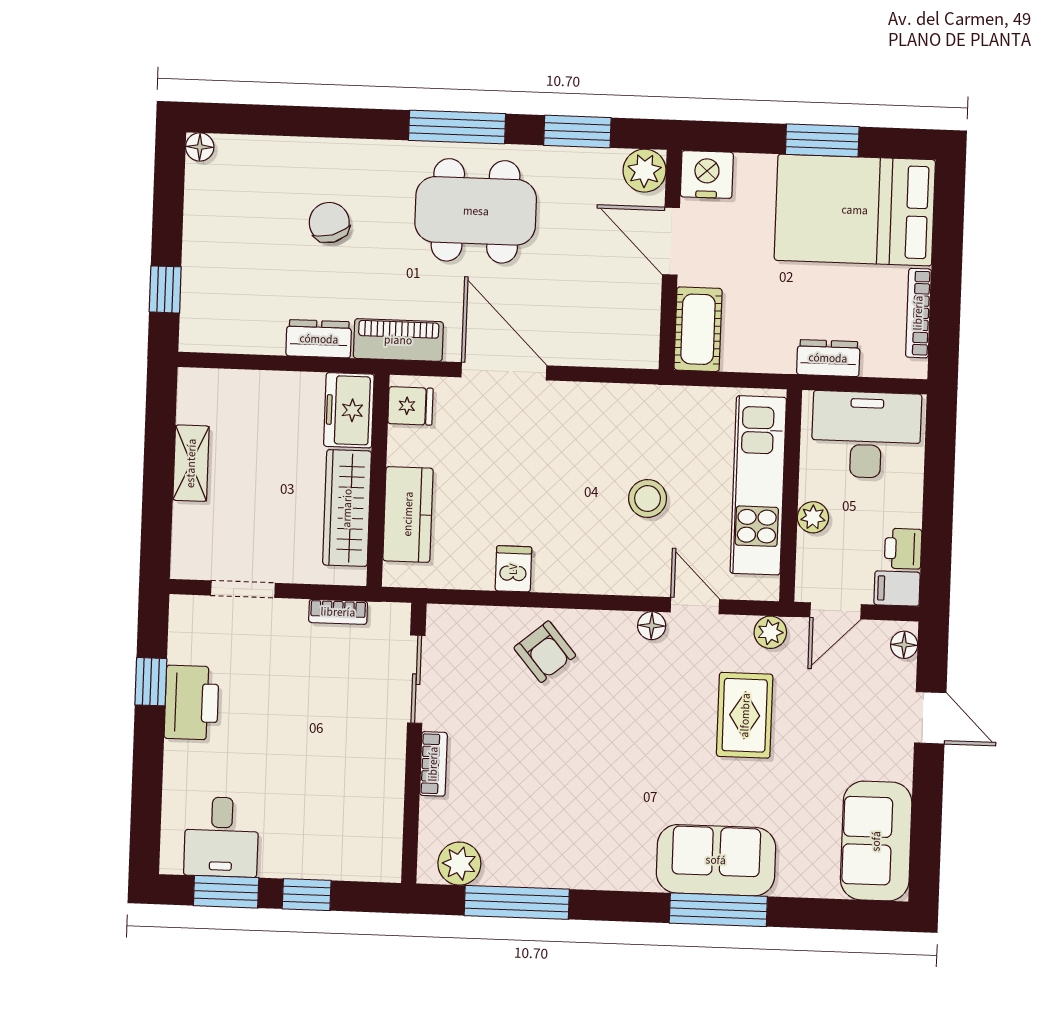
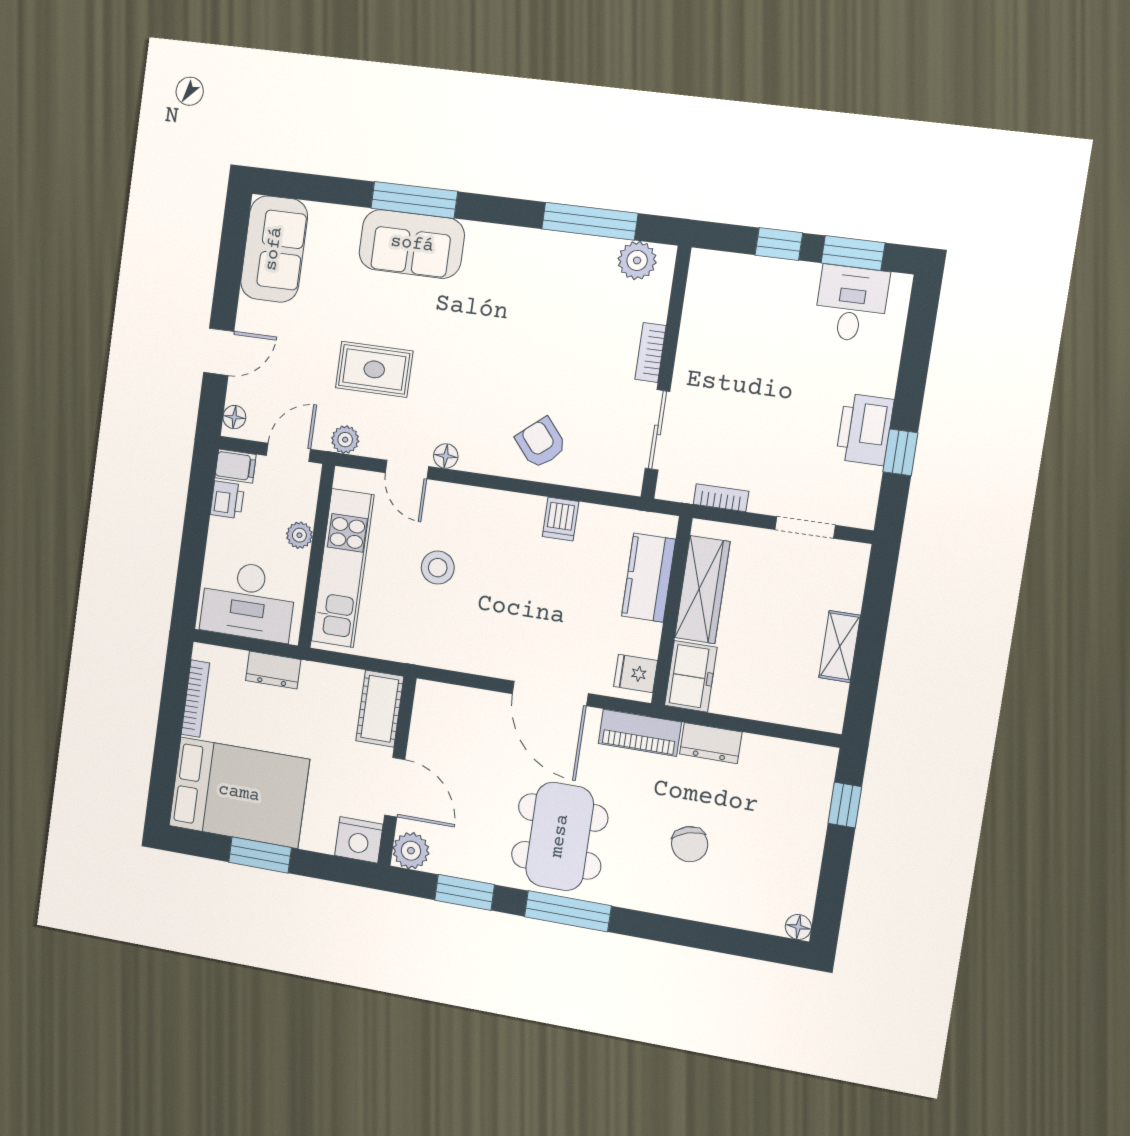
dining table: (476, 211) -> (560, 836), turned 90
rug: (745, 715) -> (374, 369), turned 90
door: (930, 718) -> (219, 352), swing flipped

